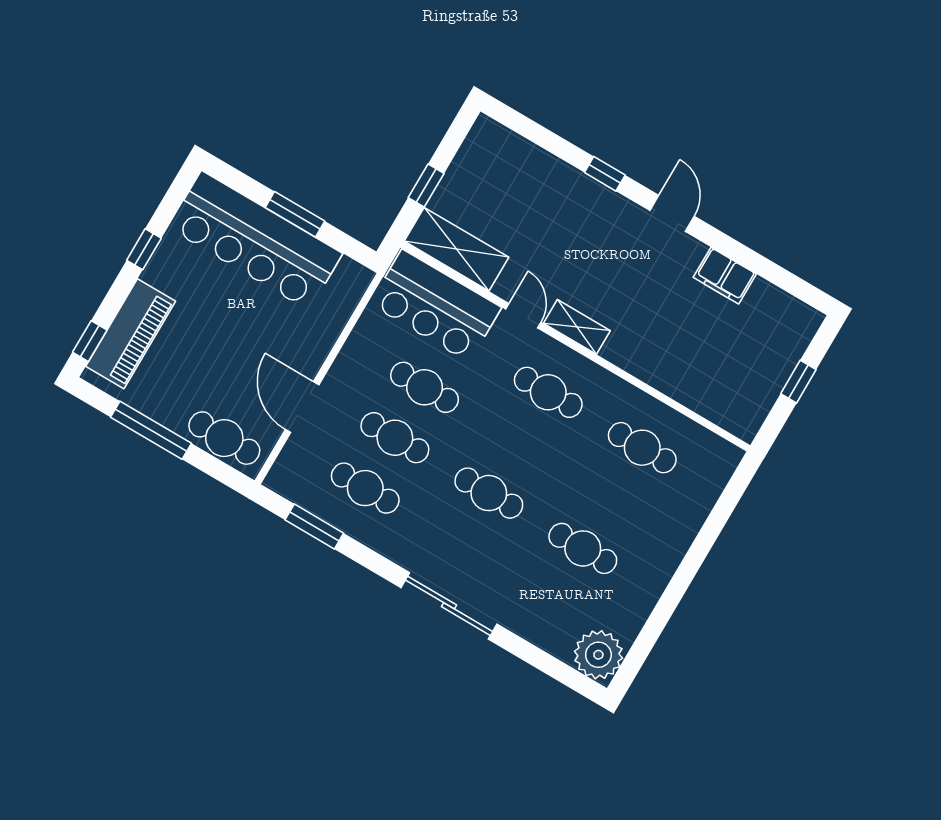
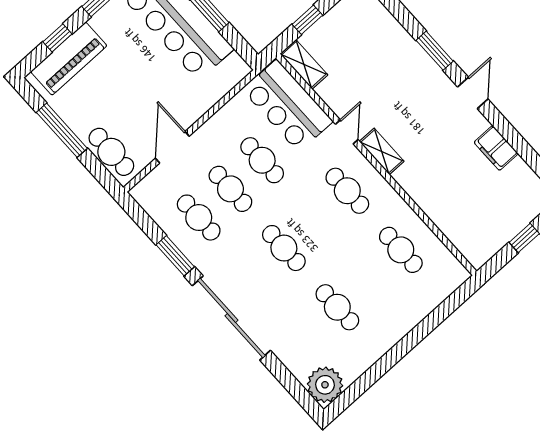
window: (605, 174) -> (435, 51), width x1.50
shelving: (456, 249) -> (304, 64), width x0.67, depth x0.75
window: (90, 341) -> (57, 38), moved
window: (314, 527) -> (175, 256), moved
sliding door: (449, 606) -> (231, 318), width x1.36

